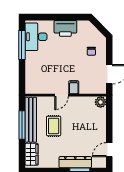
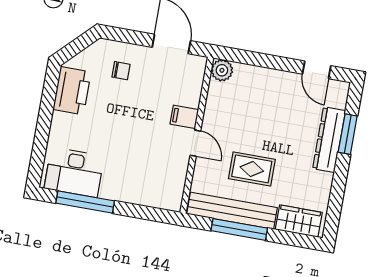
printer: (65, 28) -> (72, 91), moved

